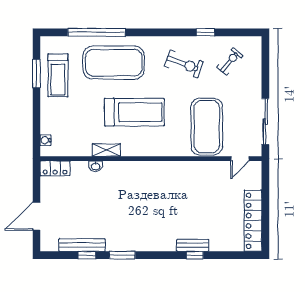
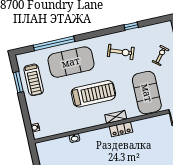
exercise bike: (230, 61) -> (161, 56), moved
shelving: (106, 150) -> (116, 117), moved
locker: (55, 168) -> (121, 129), moved

